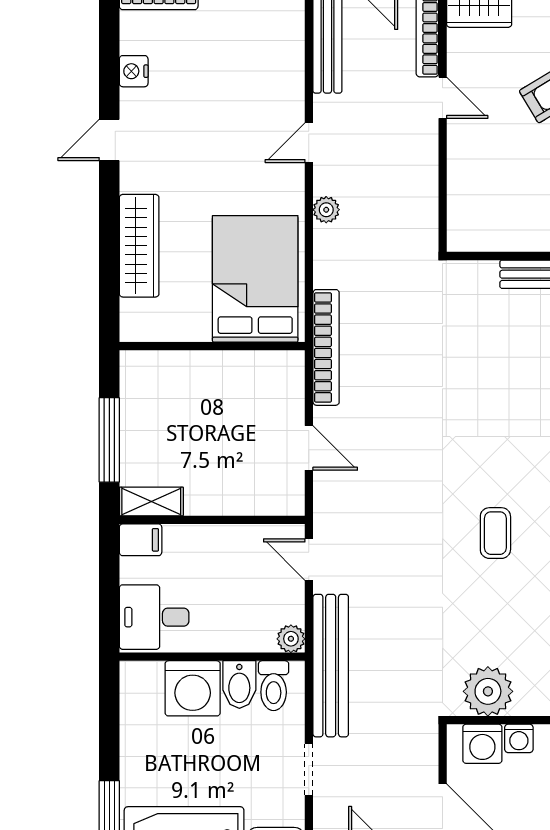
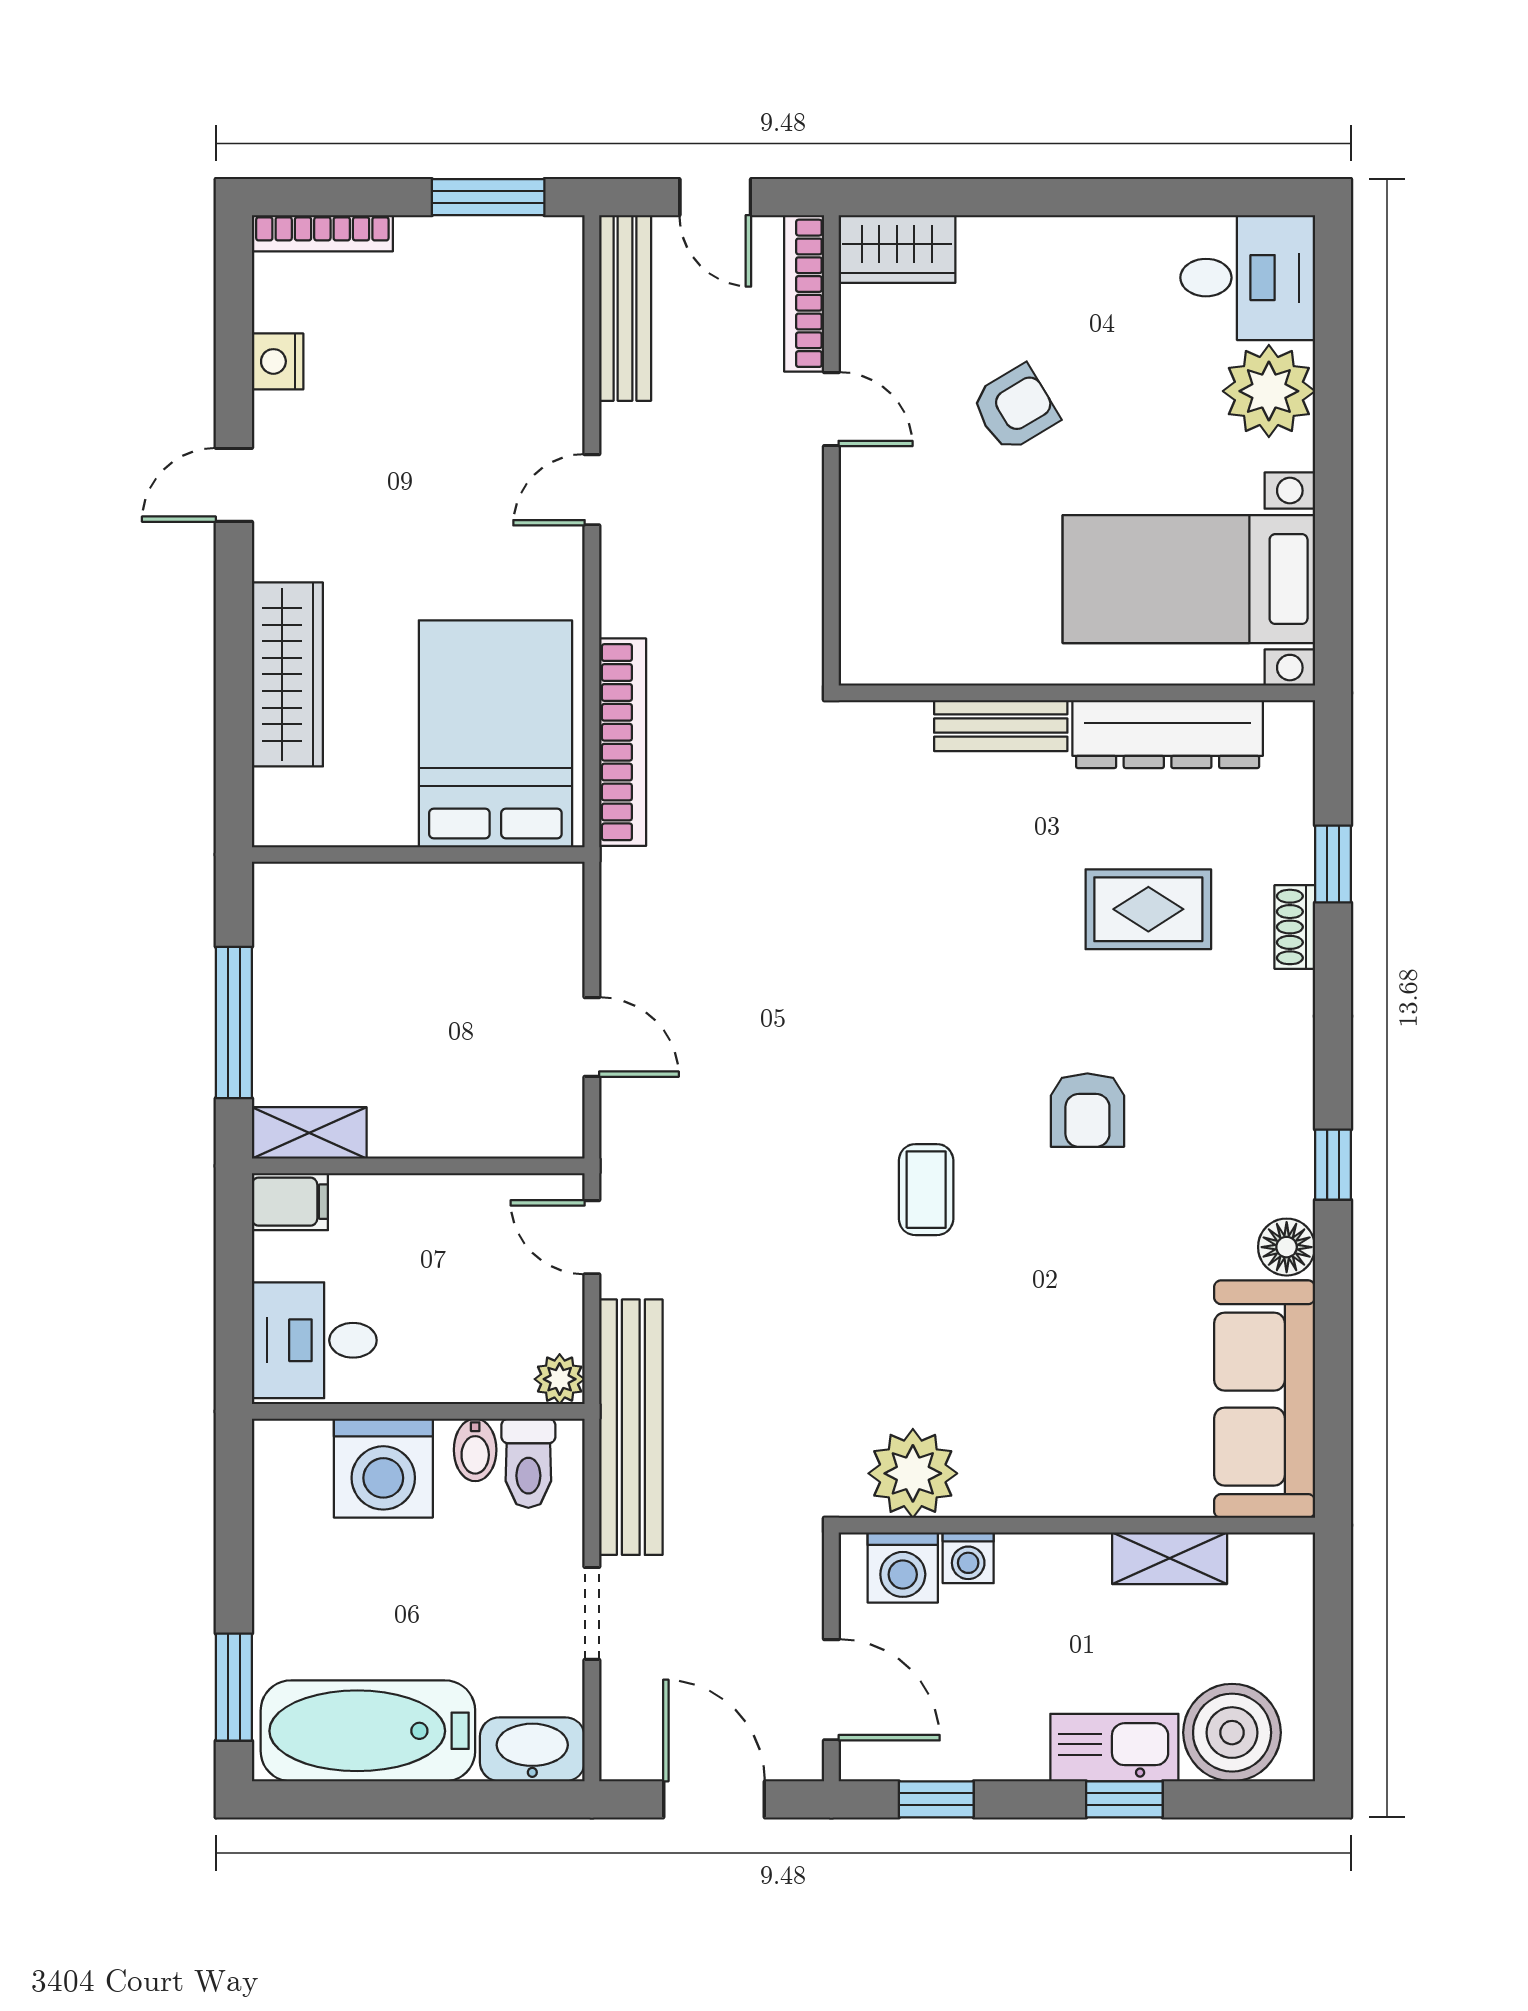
plant: (326, 210) -> (623, 610), removed
bookcase: (326, 347) -> (623, 742), moved
bidet: (239, 685) -> (475, 1450), width x0.72, depth x0.74

